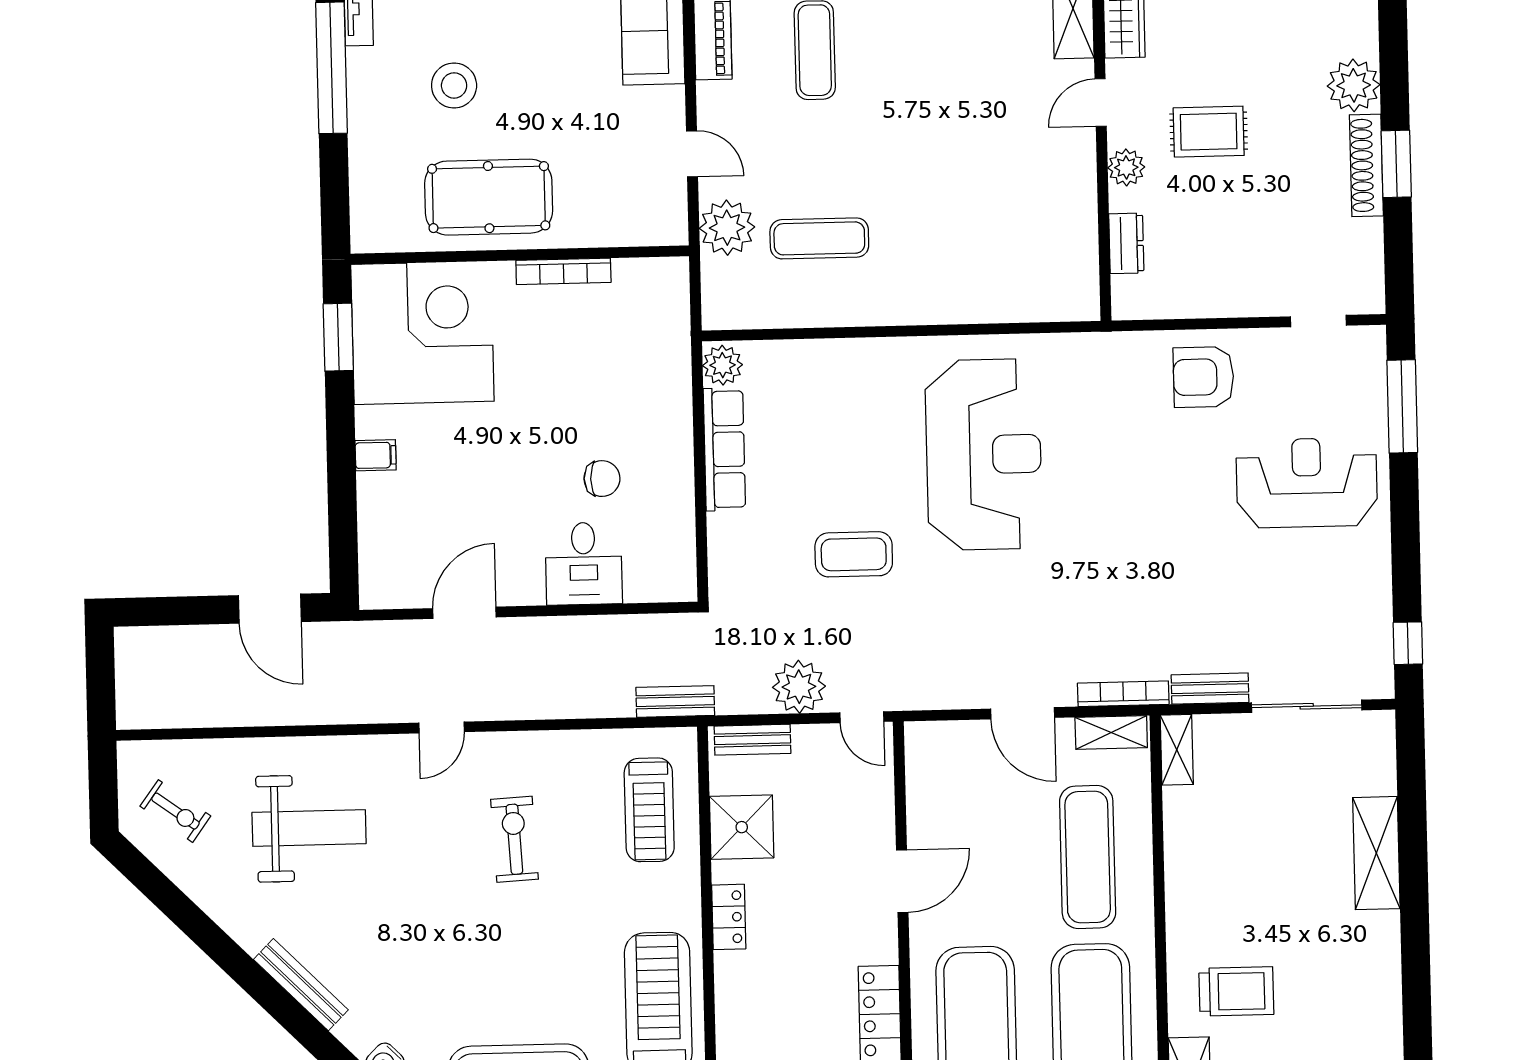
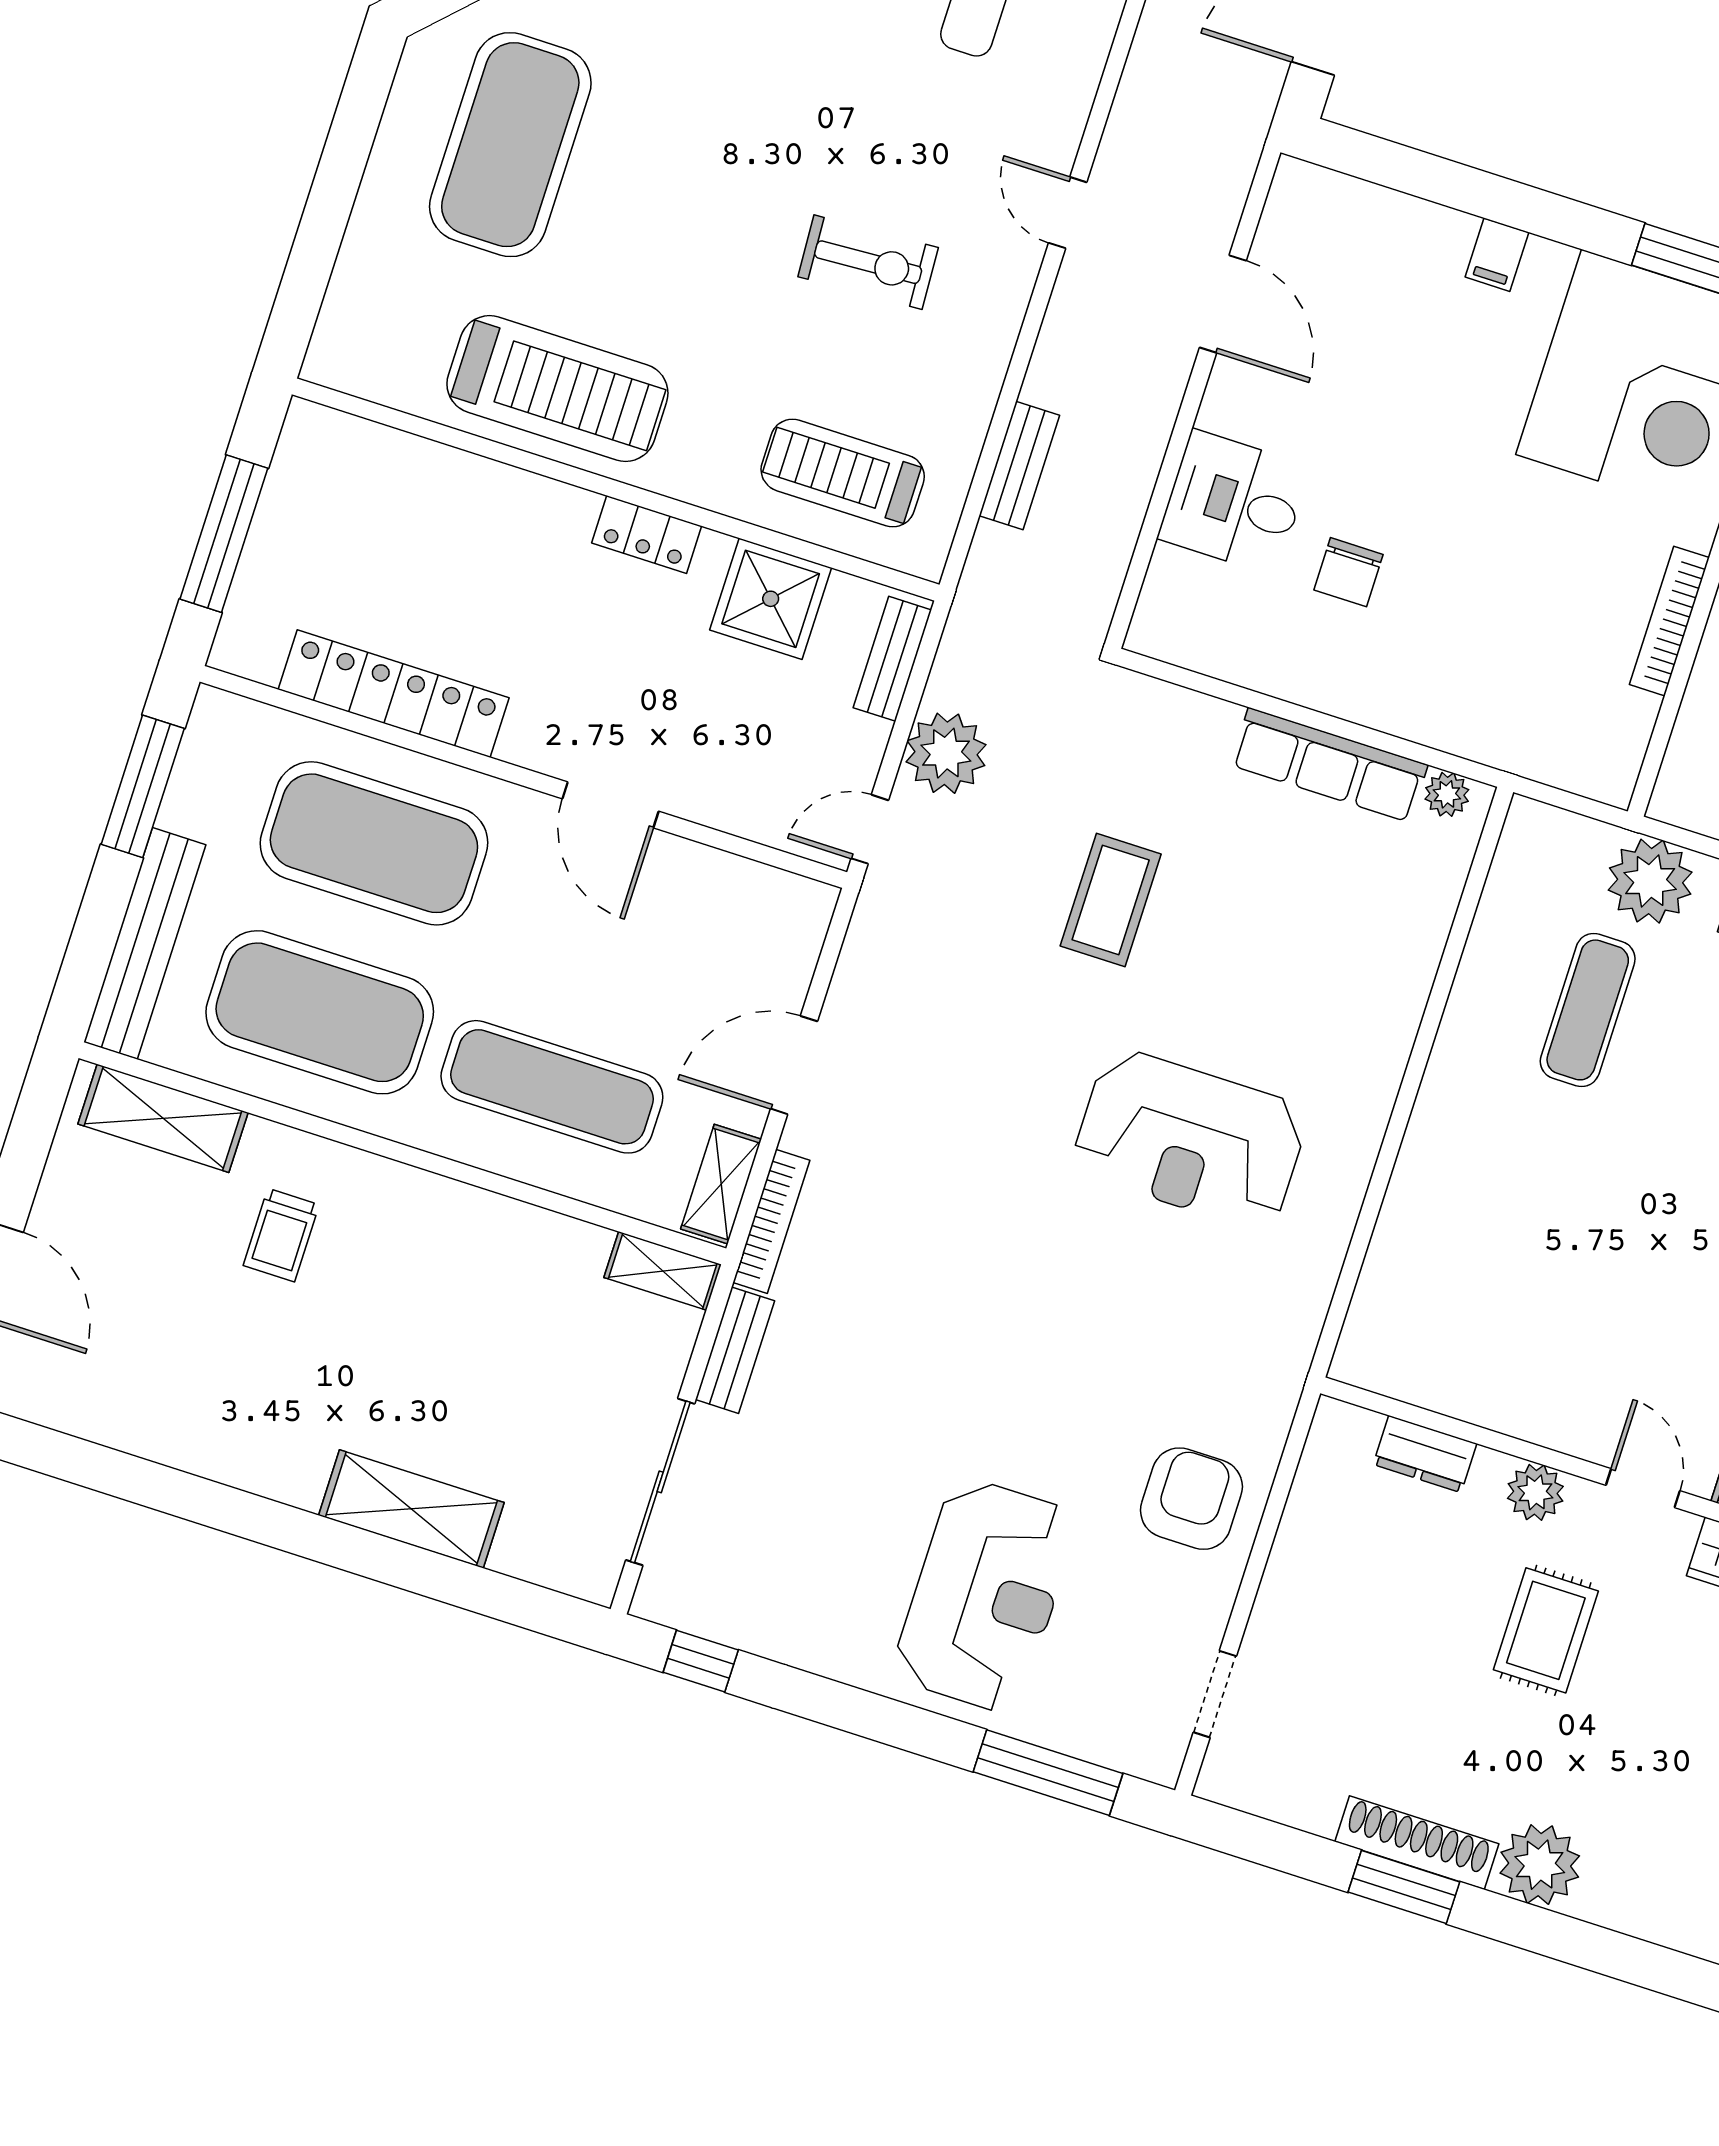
plant: (723, 365) -> (1447, 794), width x0.73, depth x0.73
reception desk: (984, 455) -> (1190, 1139), width x0.74, depth x0.77
bench: (675, 701) -> (1019, 465), moved
trolley: (1236, 991) -> (281, 1235), width x0.73, depth x0.72

